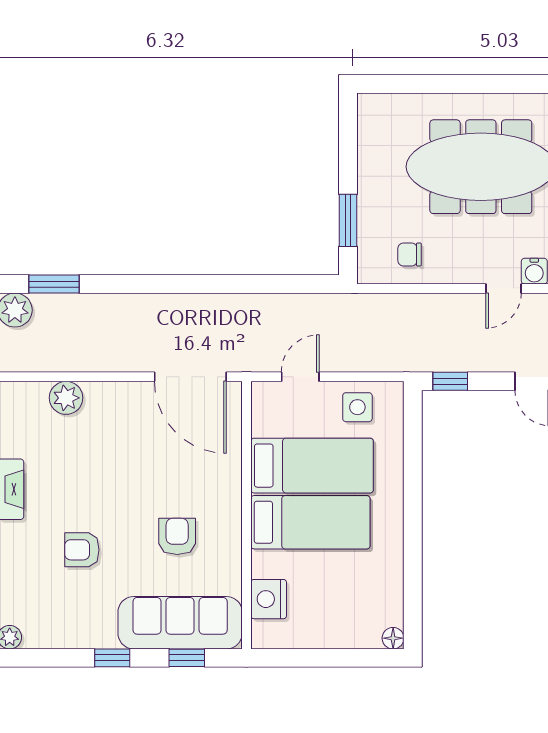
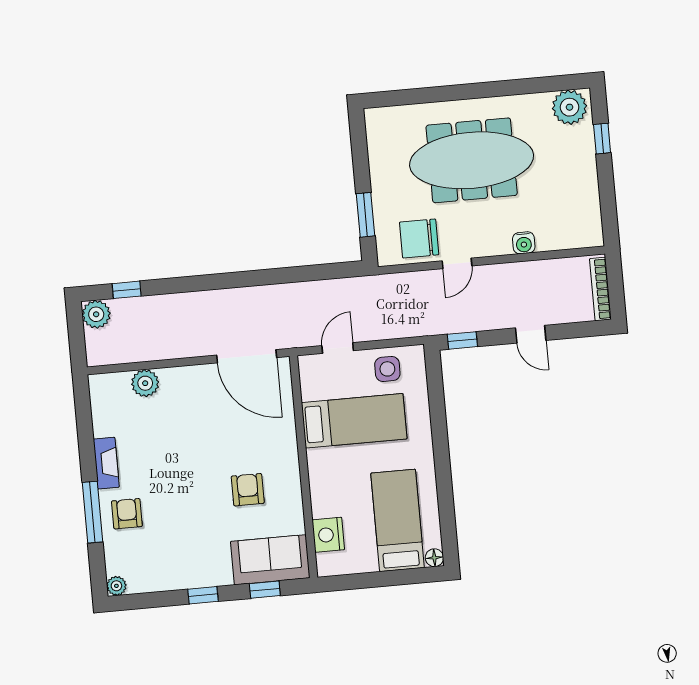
chair: (410, 254) -> (419, 238), width x1.87, depth x1.87
window: (54, 284) -> (127, 290), width x0.67
door: (504, 288) -> (457, 263), moved
bed: (310, 522) -> (398, 520), moved, turned -90
armchair: (82, 550) -> (127, 514), moved, turned 90
sofa: (180, 623) -> (270, 560), width x0.73

